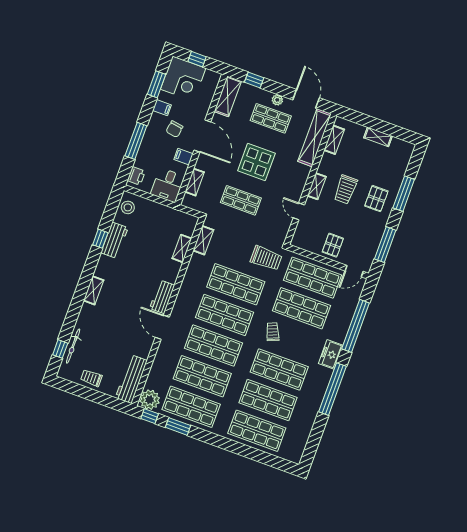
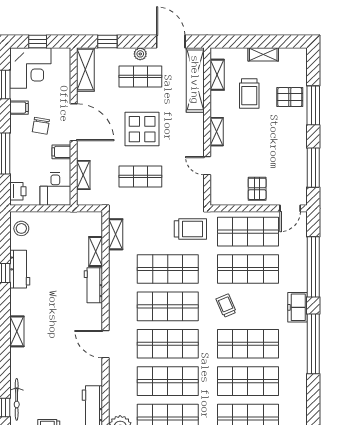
trolley: (346, 189) -> (249, 94), moved
pallet: (376, 199) -> (290, 97), moved, turned 90
workbench: (162, 297) -> (93, 285), moved

